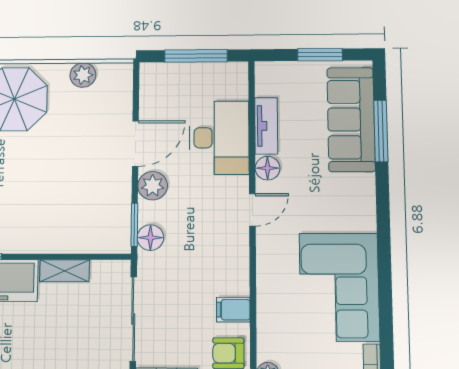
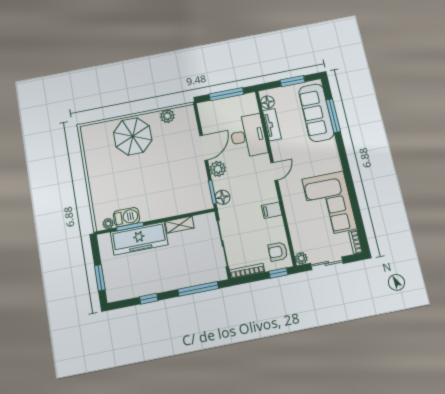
floor lamp: (268, 168) -> (267, 102), moved
filing cabinet: (233, 310) -> (272, 210), moved

